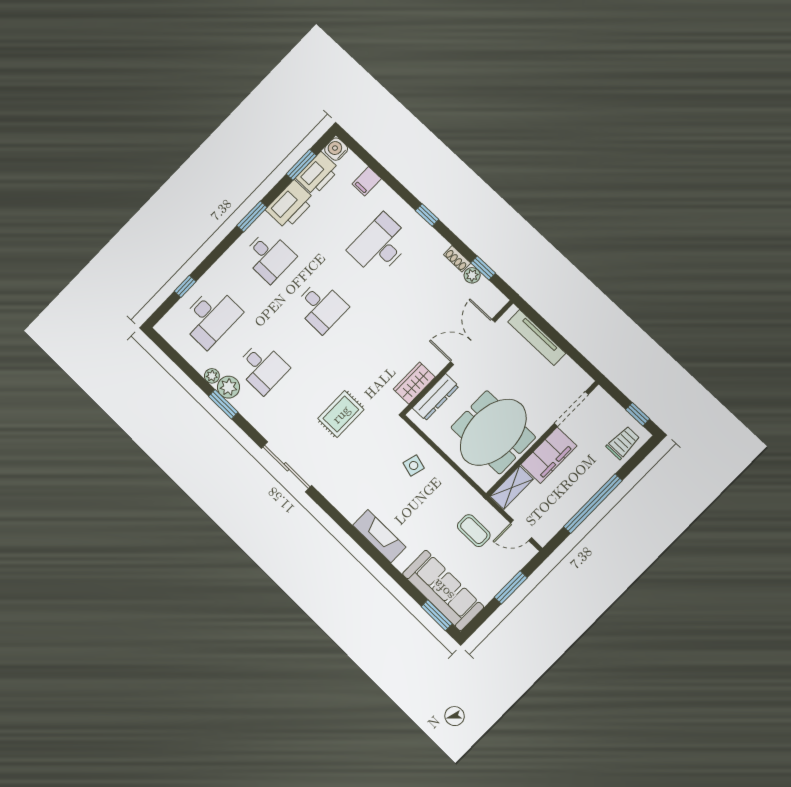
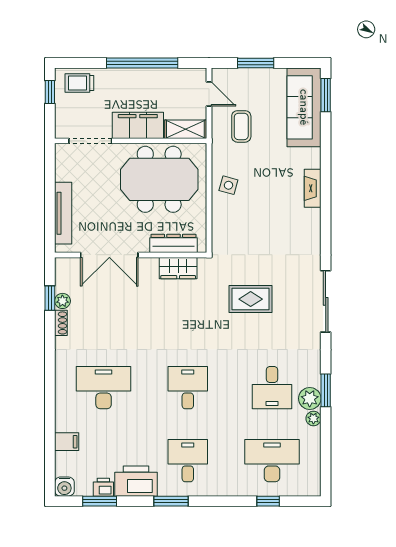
printer: (318, 174) -> (103, 487), width x0.53, depth x0.68
window: (427, 215) -> (50, 375), removed
desk: (380, 245) -> (104, 388), turned 180
desk: (262, 367) -> (272, 388), turned 180
side table: (414, 465) -> (228, 185), moved
fireplace: (379, 536) -> (313, 188), width x0.73, depth x0.76

